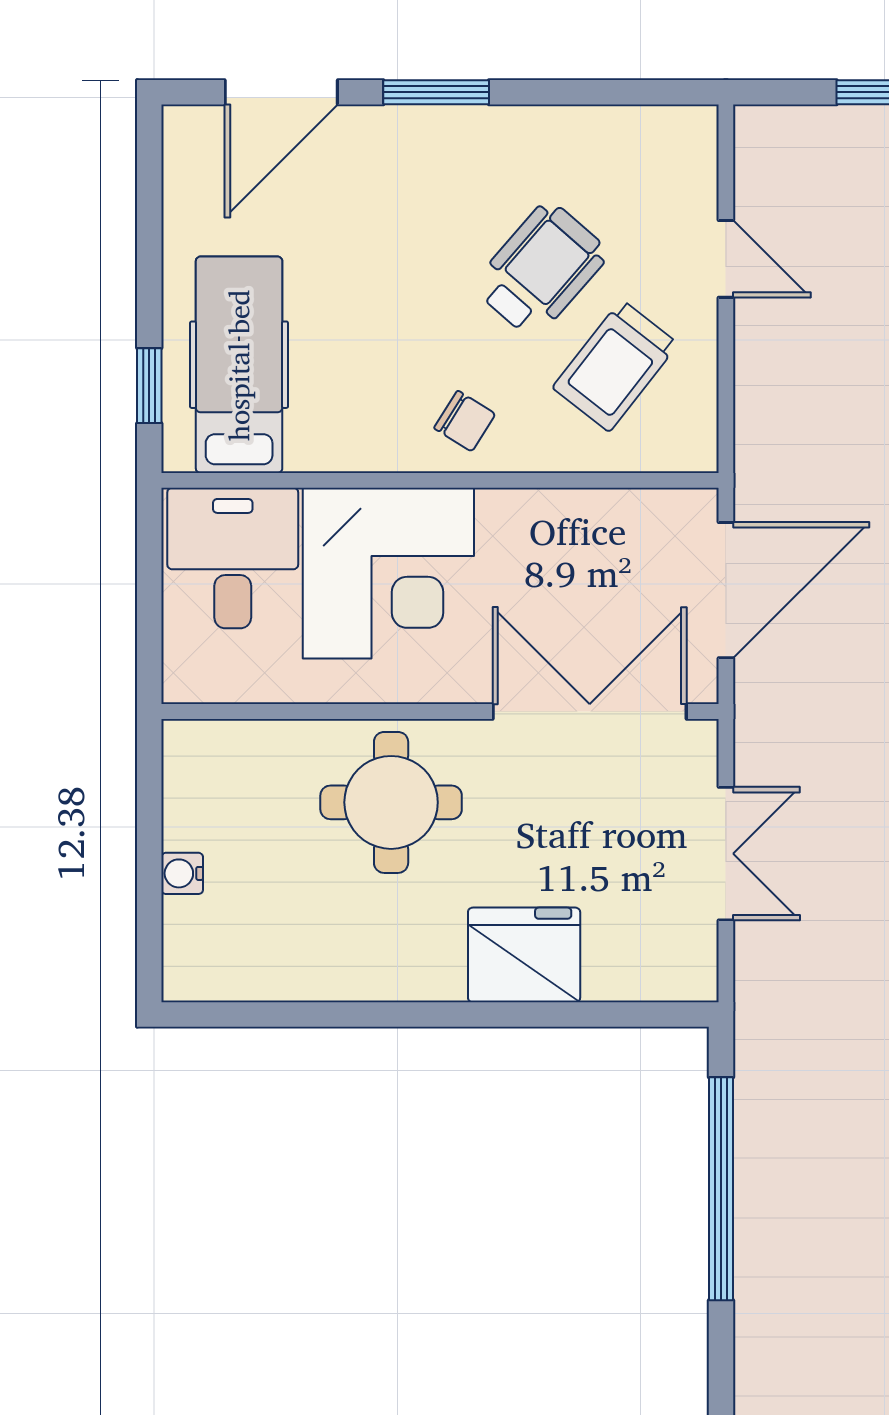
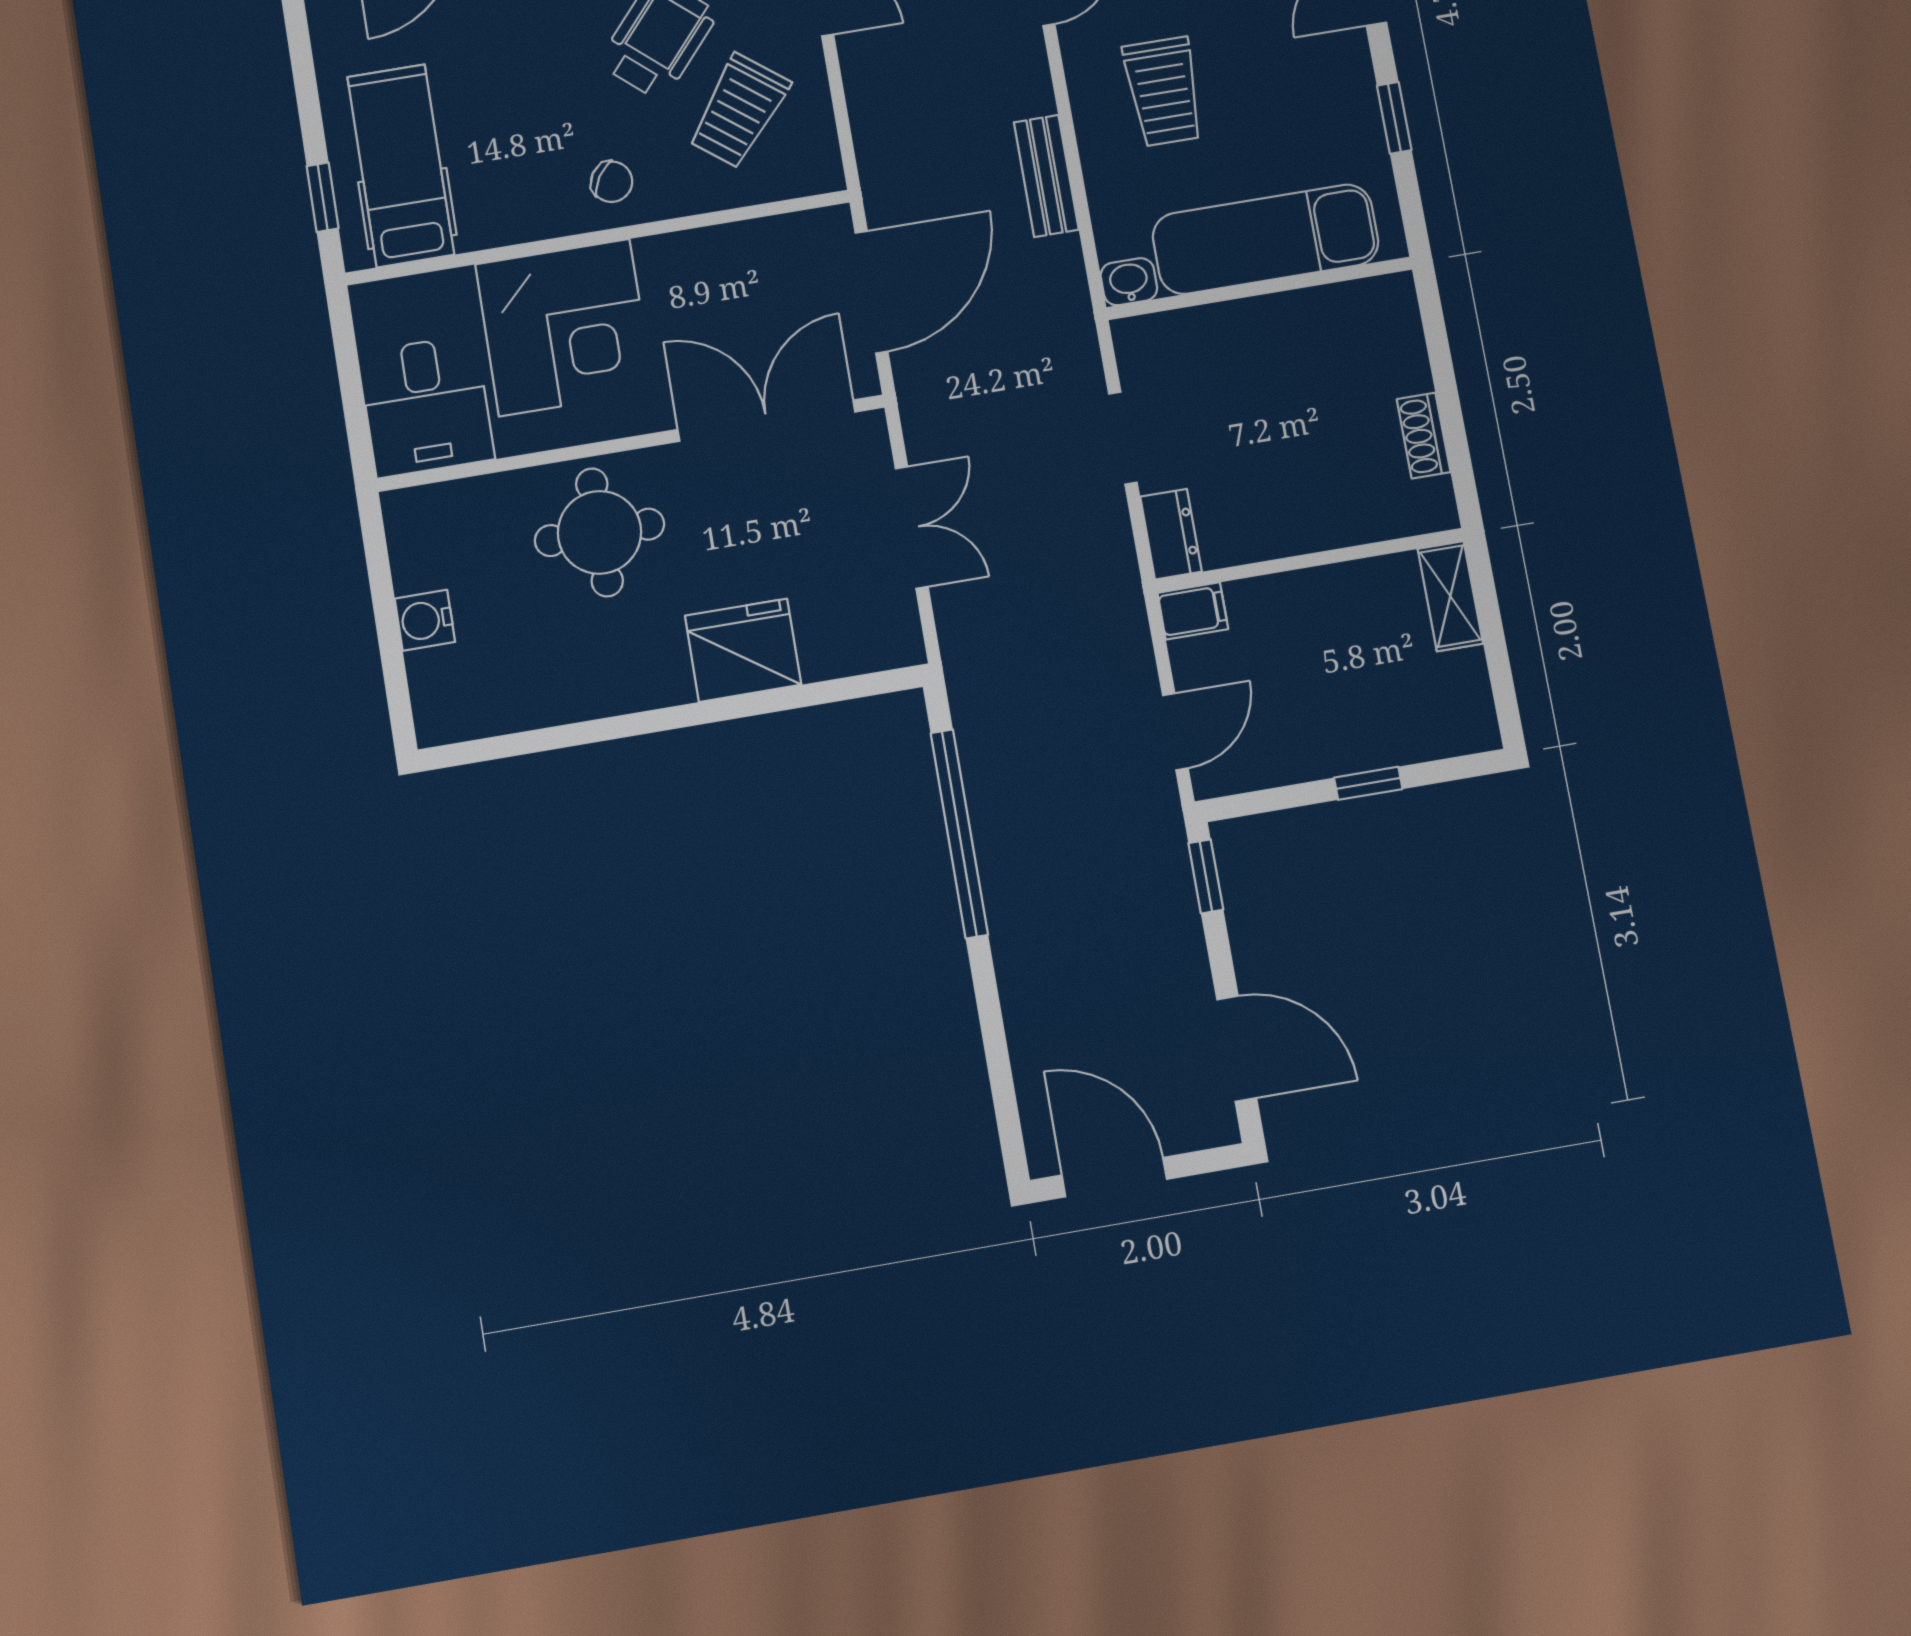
desk: (233, 558) -> (426, 406), moved, turned 180
water cooler: (182, 873) -> (425, 620), width x1.38, depth x1.38

